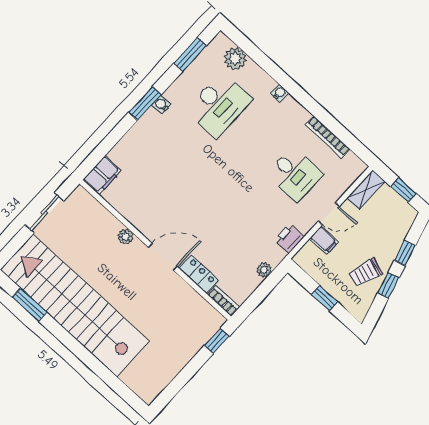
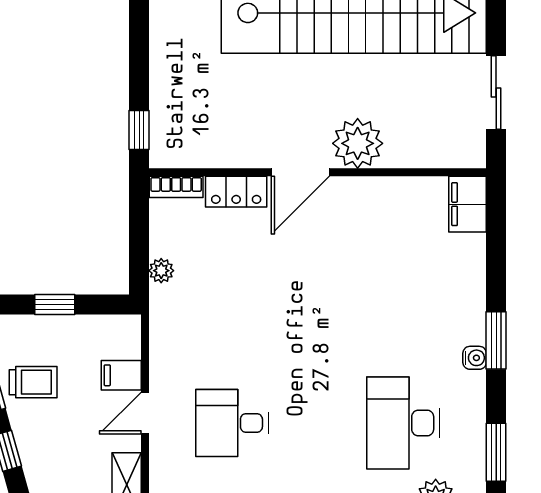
plant: (126, 237) -> (358, 143), width x1.87, depth x1.87
printer: (289, 238) -> (166, 338), removed
trolley: (366, 273) -> (33, 382), turned 72

